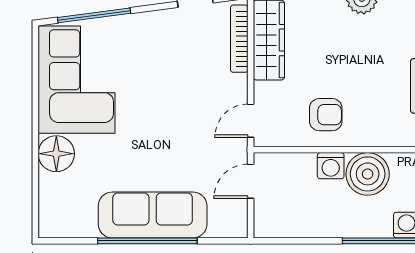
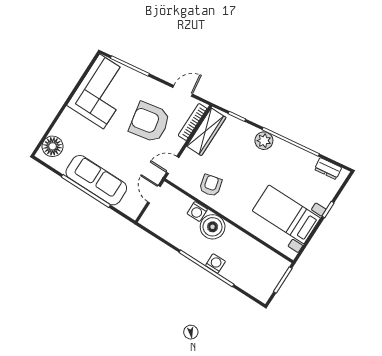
armchair: (176, 79) -> (150, 122), added
armchair: (326, 115) -> (211, 185), turned -104
floor lamp: (56, 154) -> (53, 146), moved
door: (251, 181) -> (154, 194), hinge flipped

